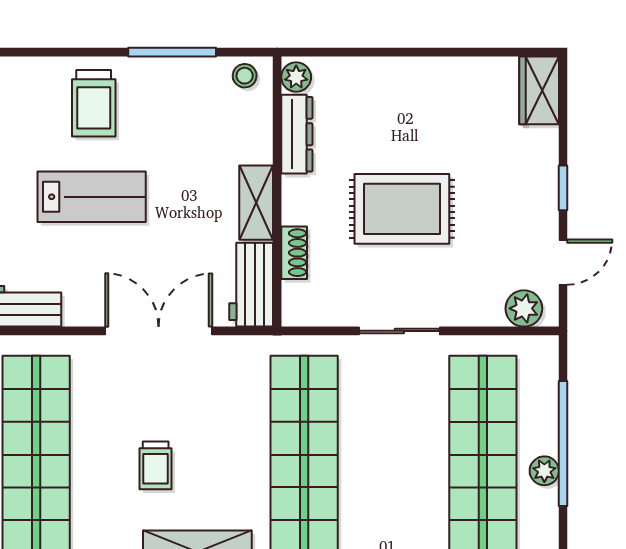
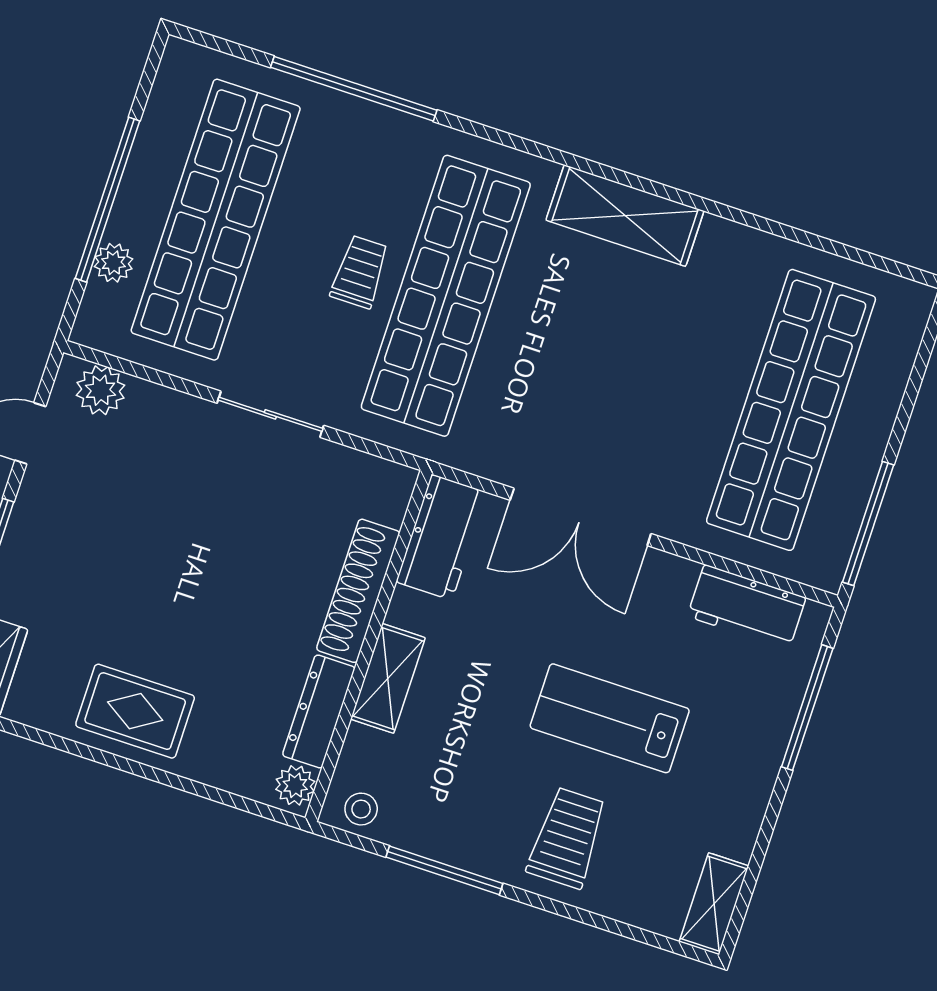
shelving: (256, 203) -> (388, 678), moved
rug: (402, 209) -> (135, 711), moved, width x0.73, depth x0.70
shoe rack: (294, 253) -> (358, 591), width x1.94, depth x1.24
trolley: (156, 465) -> (360, 272), moved
plant: (544, 471) -> (114, 263), moved

